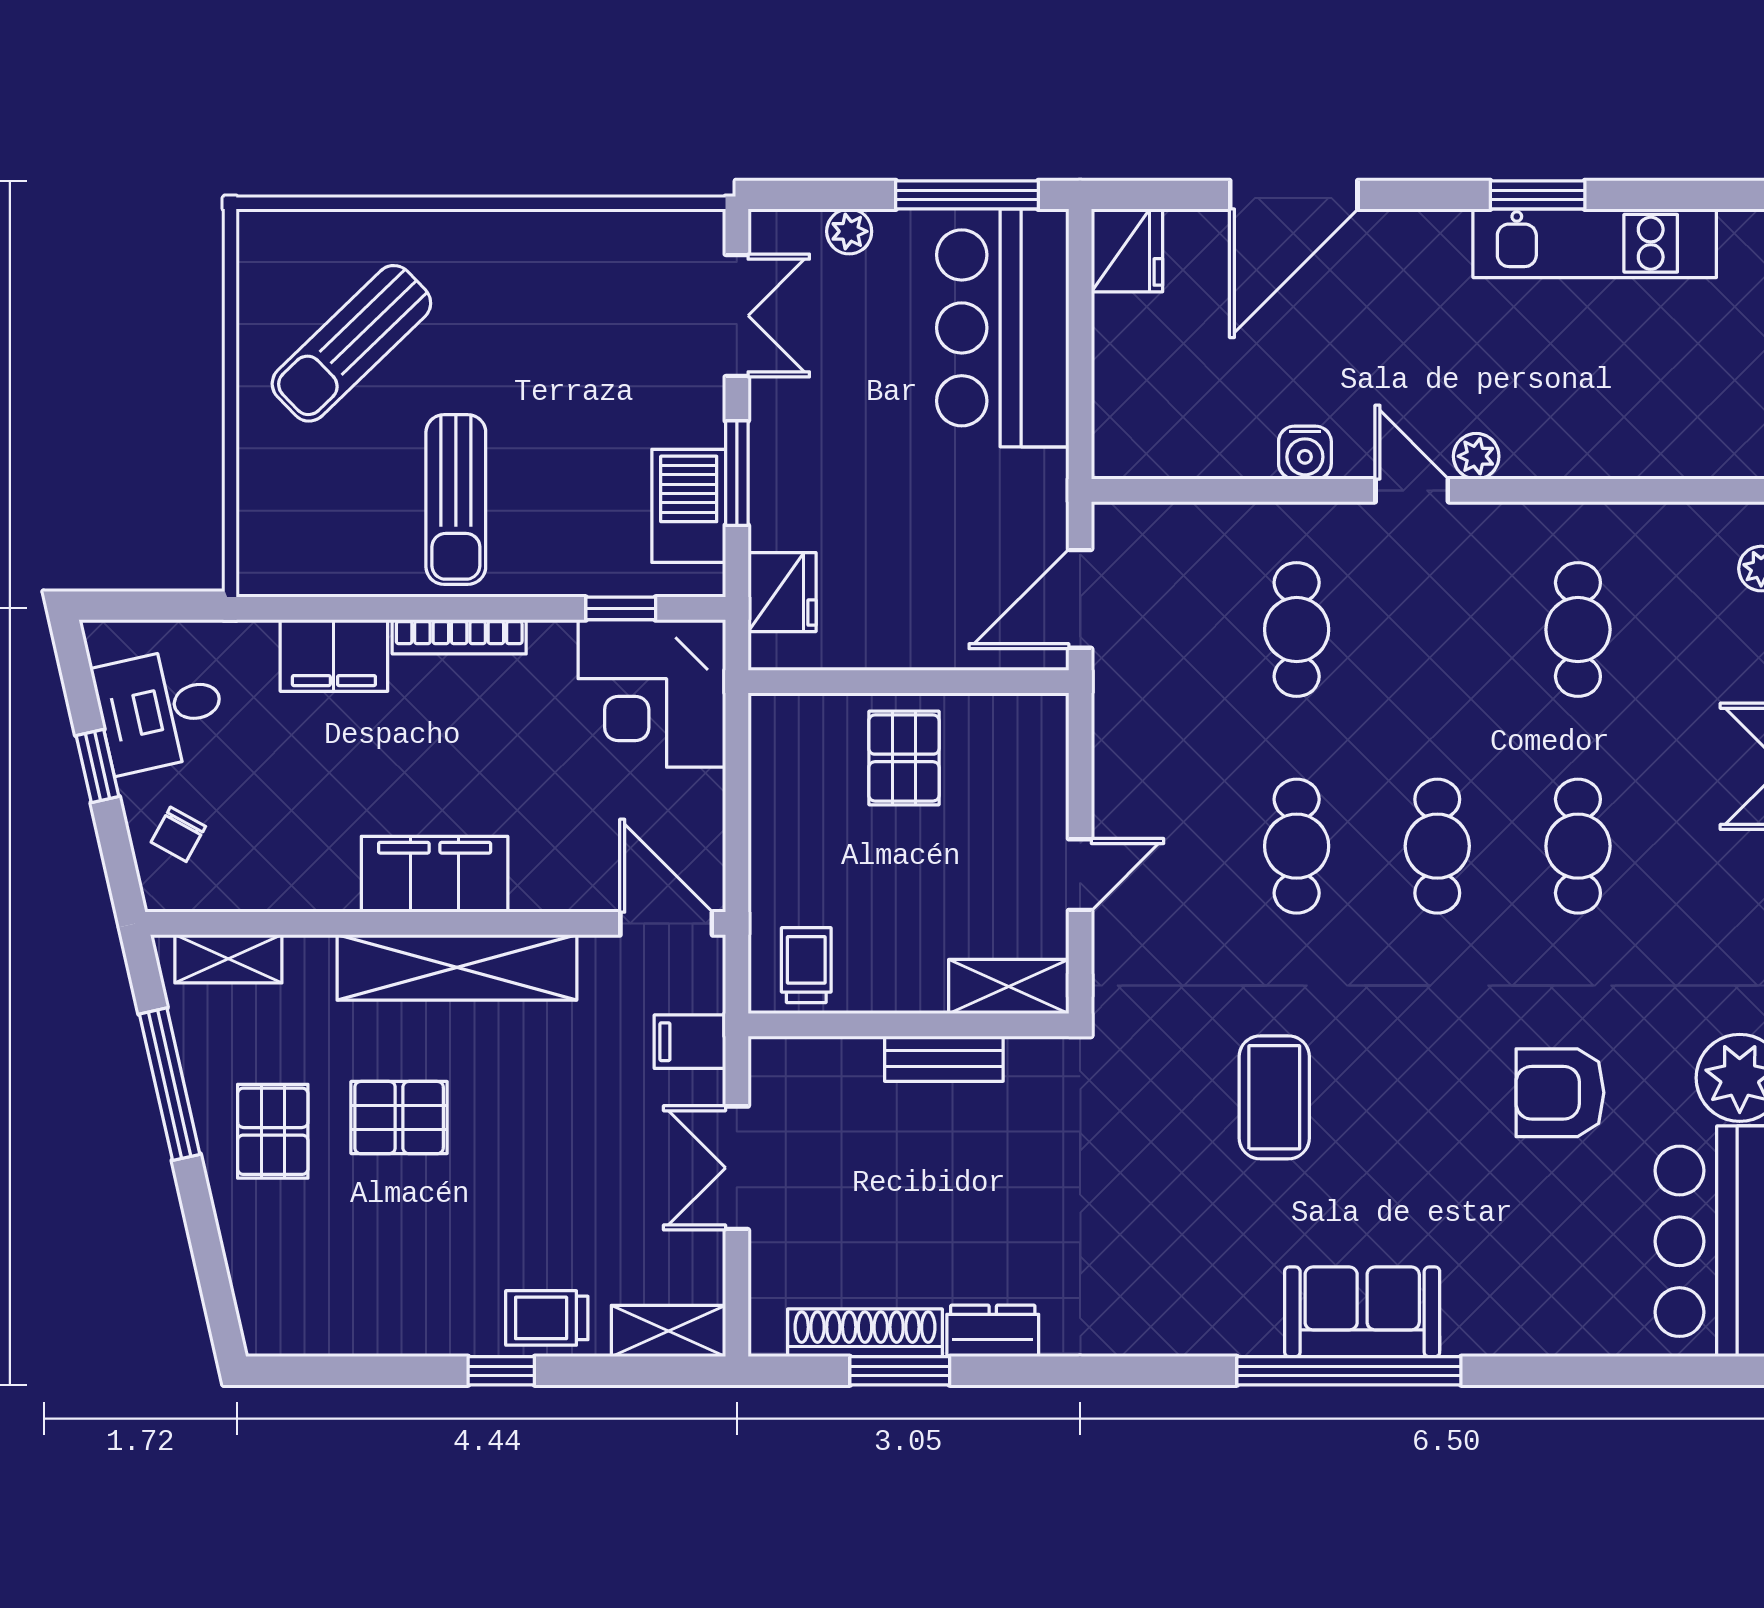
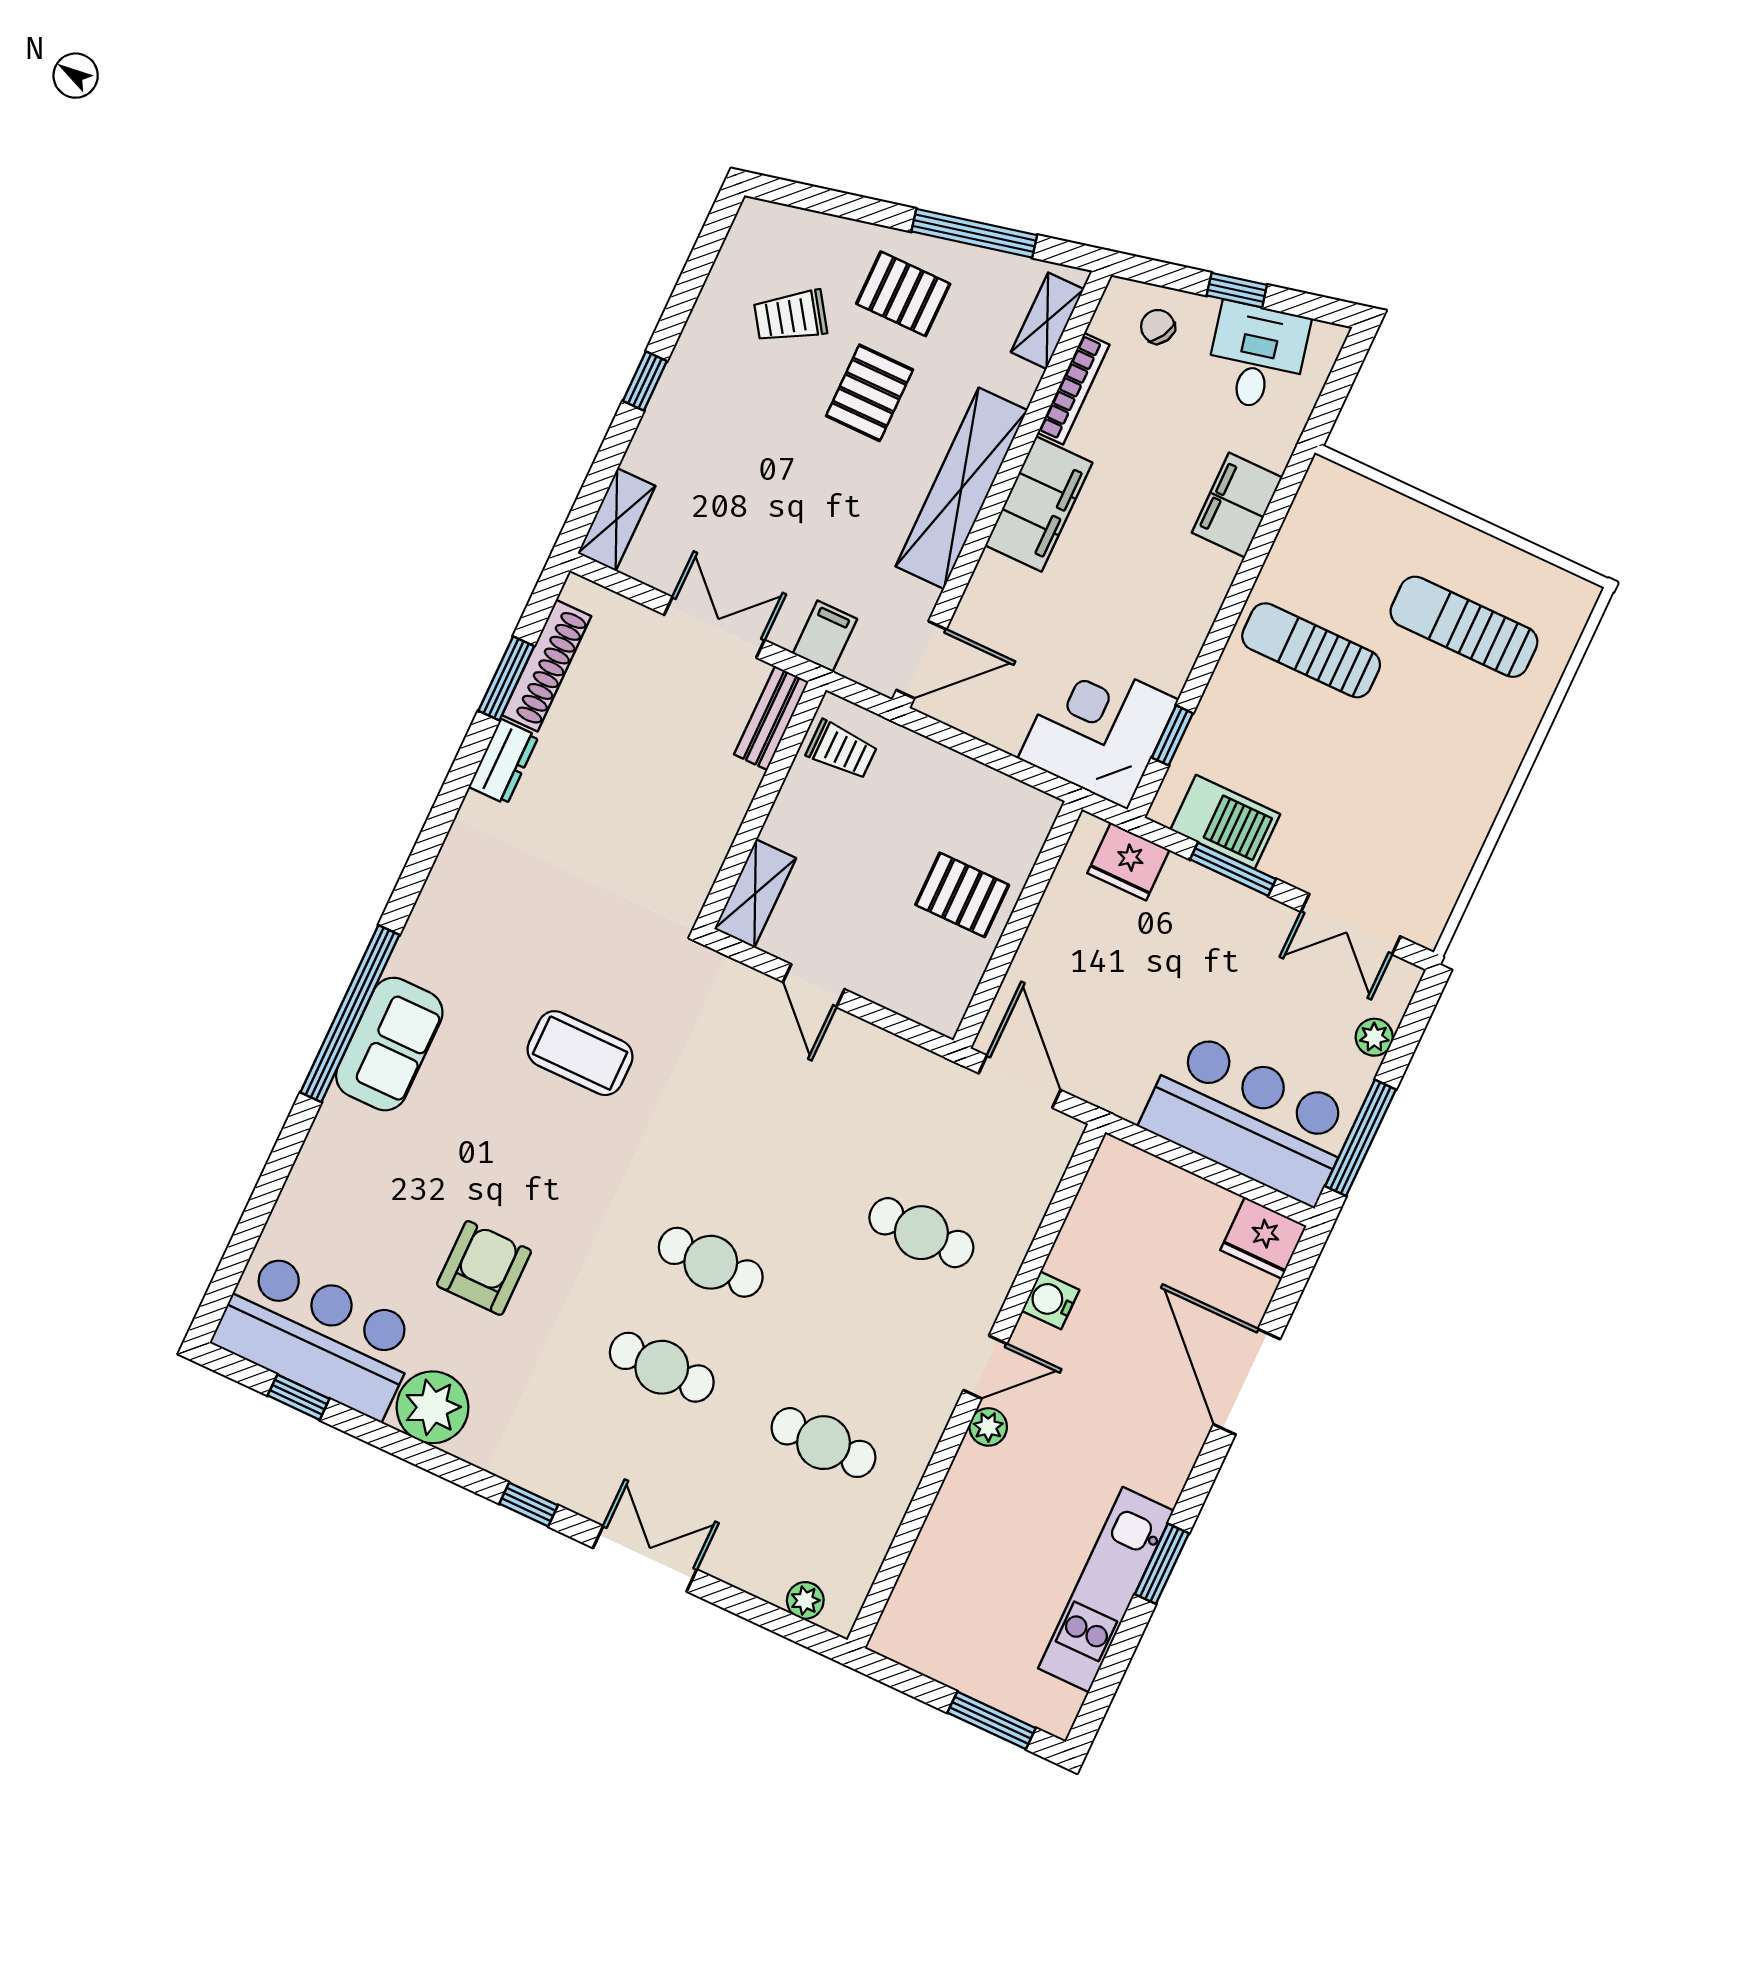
sun lounger: (351, 343) -> (1464, 627), turned -46
bookcase: (459, 637) -> (1074, 389), moved, turned 180
cafe table: (1297, 846) -> (760, 1157), removed
bench: (944, 1059) -> (771, 718), moved
trolley: (547, 1318) -> (790, 316), moved, turned -124

